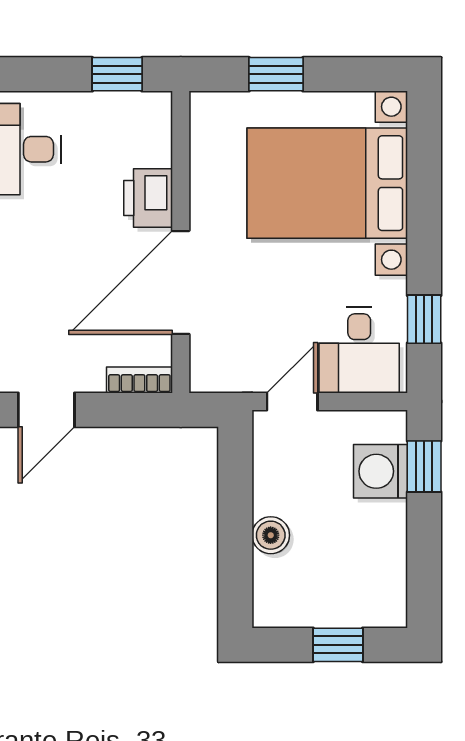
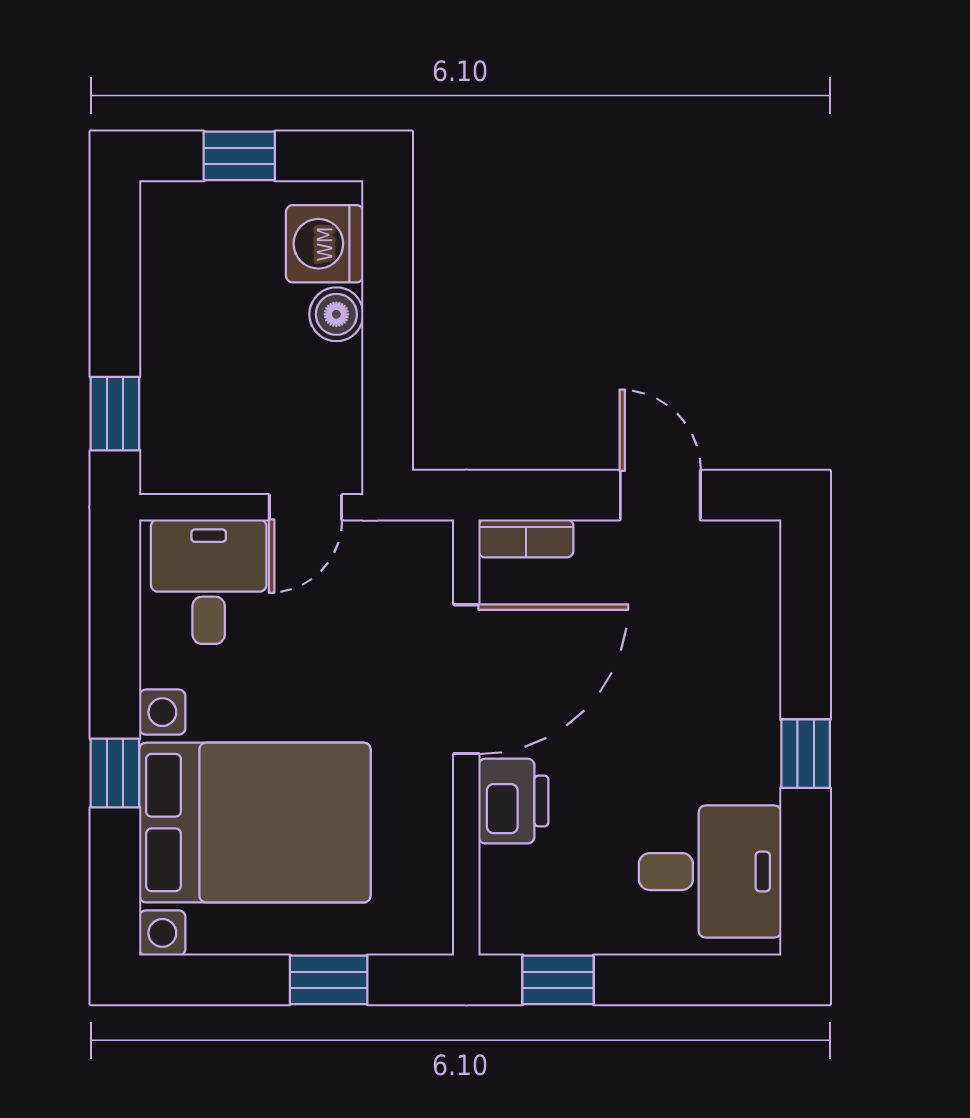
window: (424, 319) -> (115, 773), moved
door: (46, 410) -> (660, 495), hinge flipped
washing machine: (380, 471) -> (325, 244), moved, turned 180

